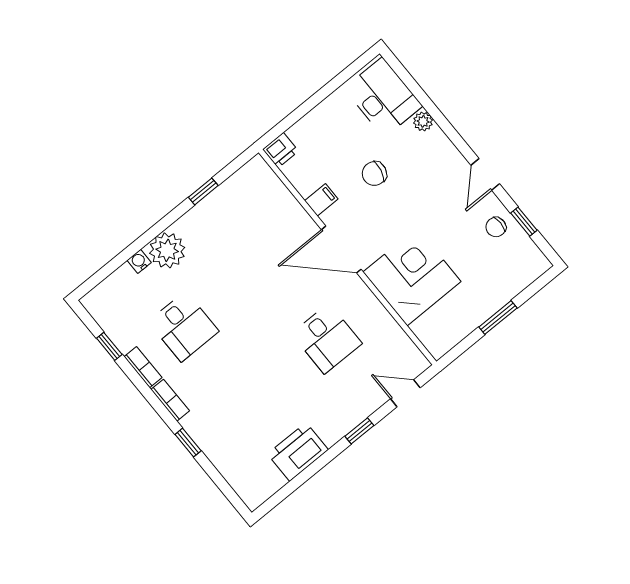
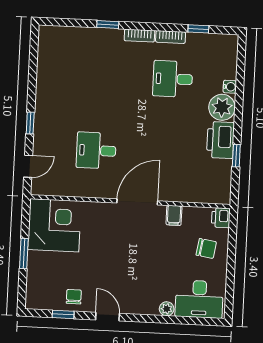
chair: (374, 174) -> (206, 248), moved, turned 86
corner desk: (412, 277) -> (54, 225), moved, turned -90
printer: (298, 452) -> (220, 140), moved, turned 180

